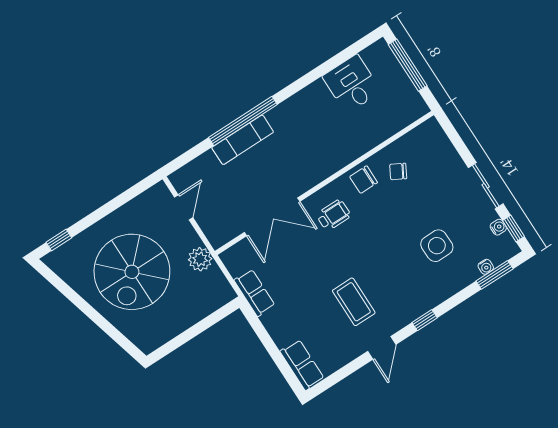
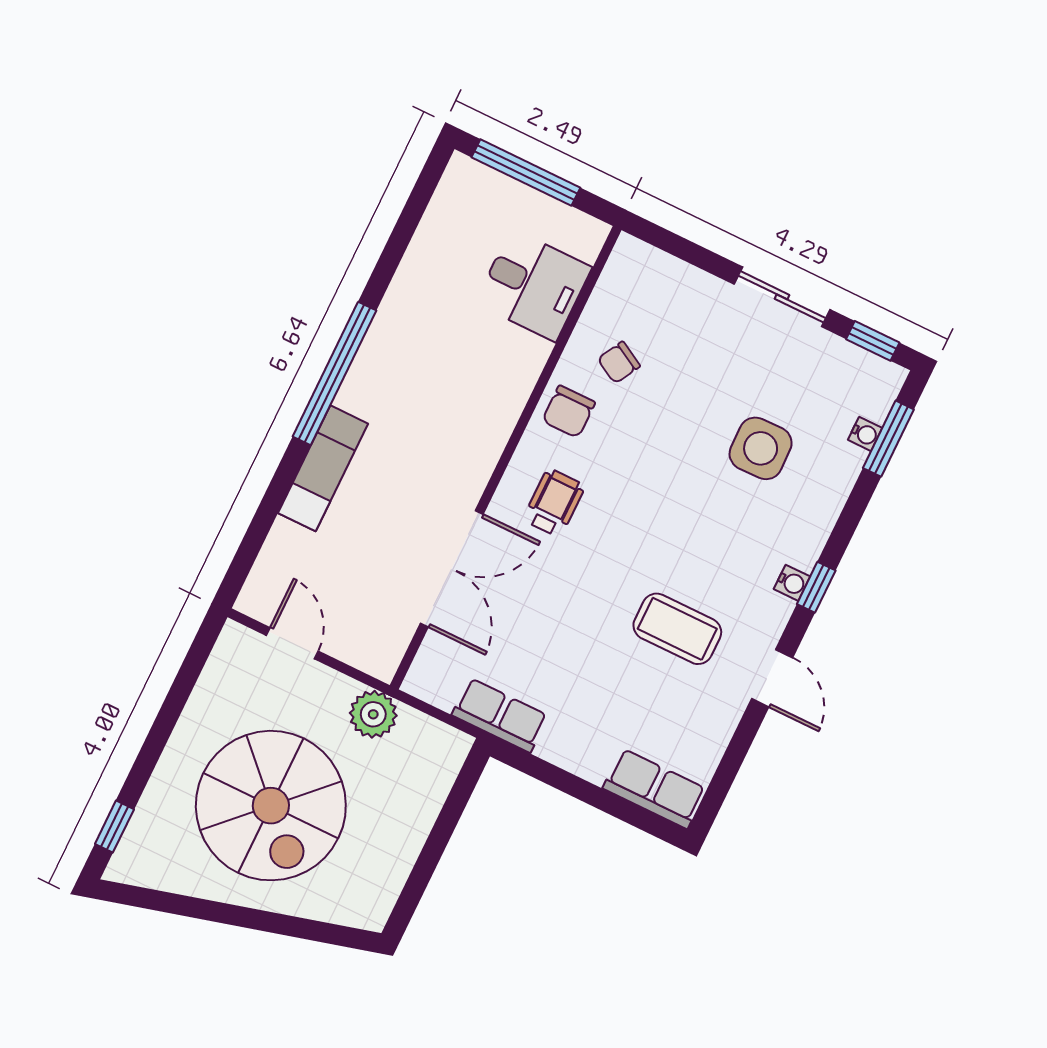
desk: (352, 84) -> (534, 285), moved, turned 180
window: (243, 121) -> (334, 374), moved
water cooler: (498, 227) -> (792, 583), moved, turned 90

